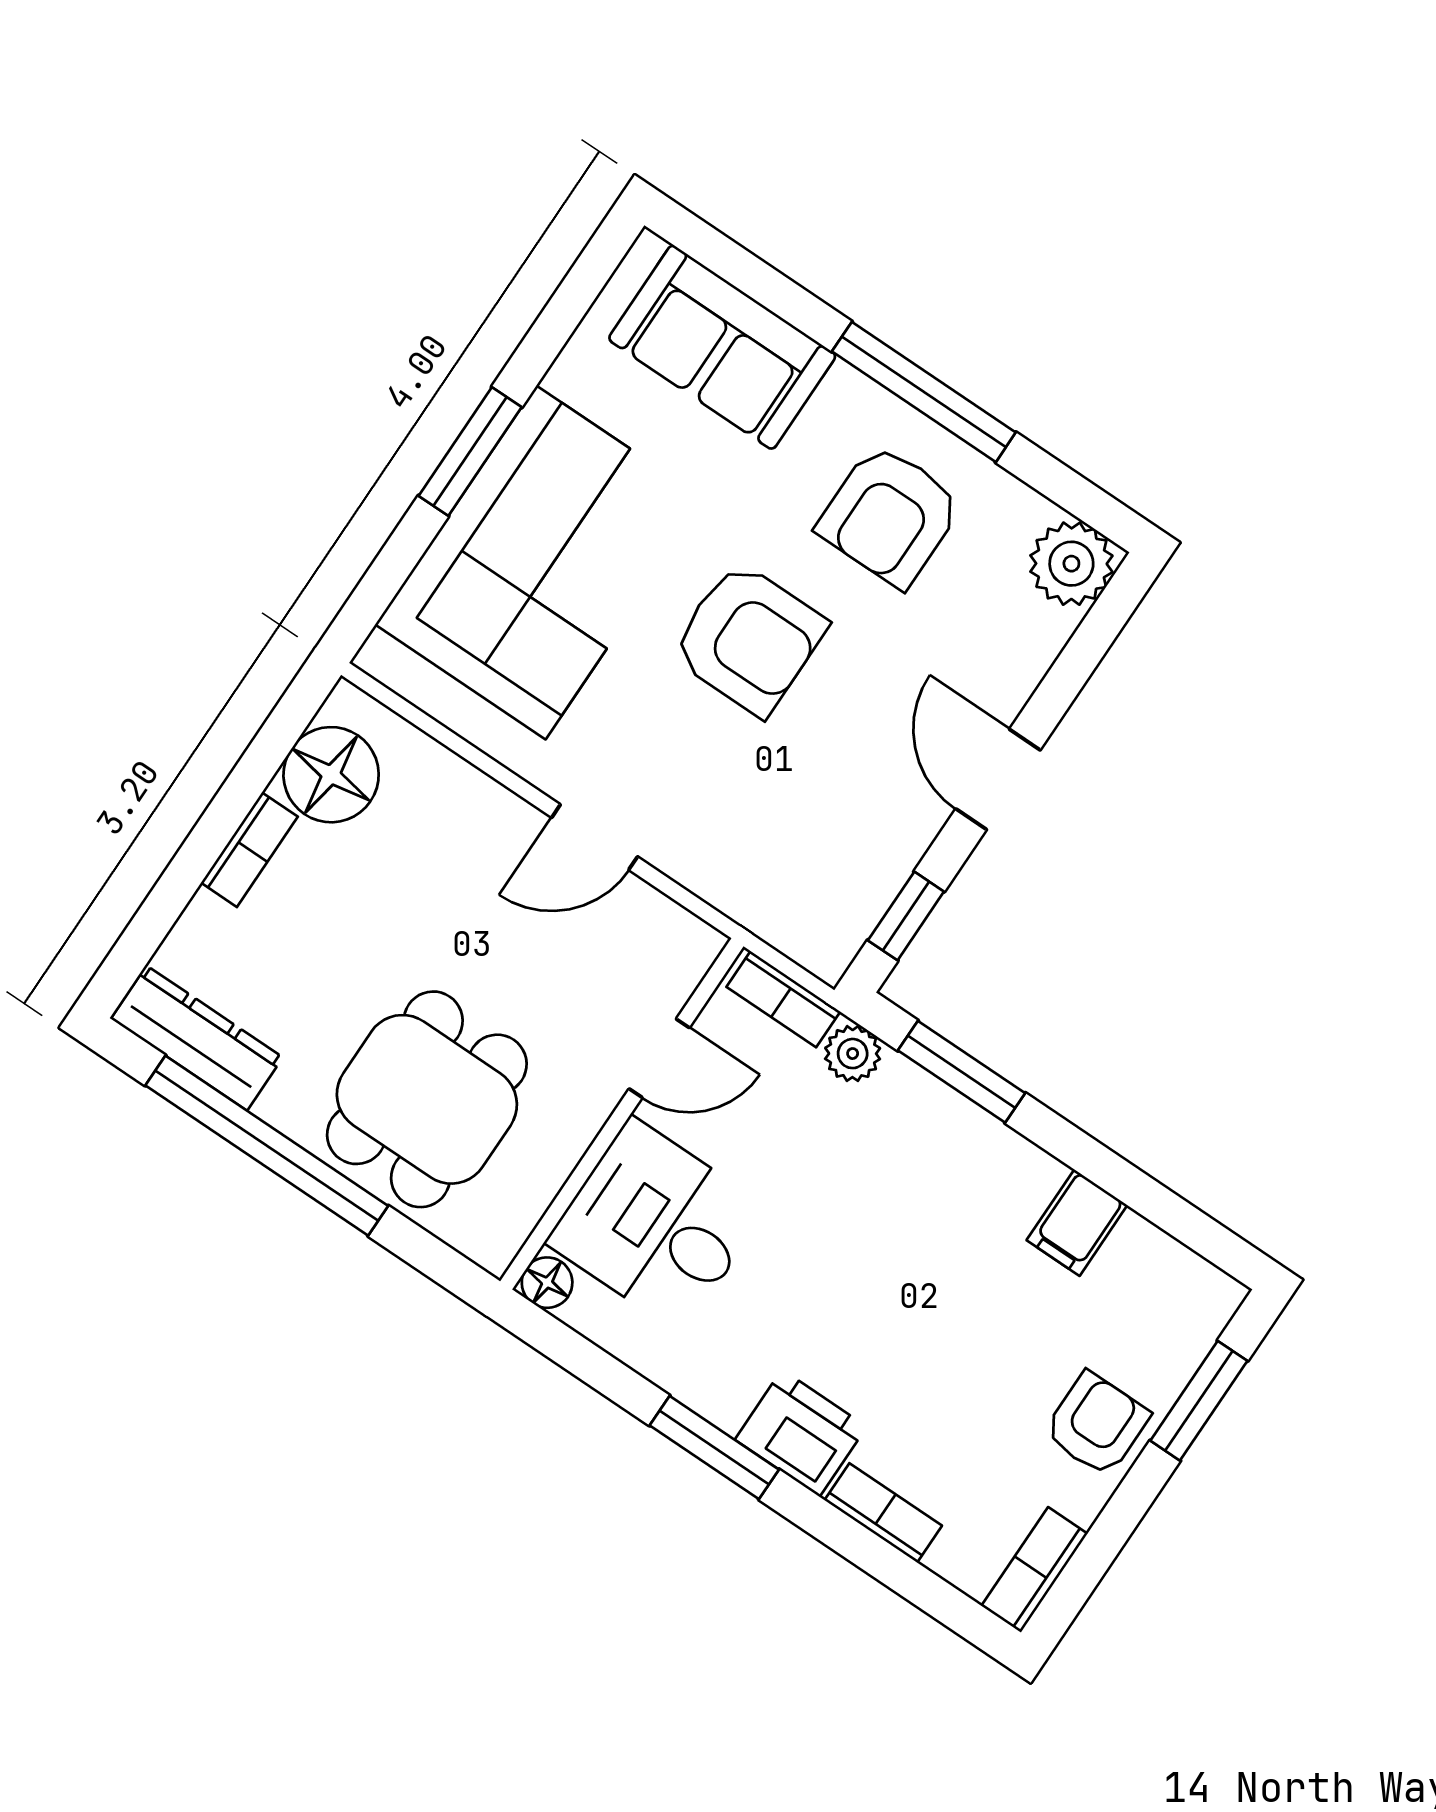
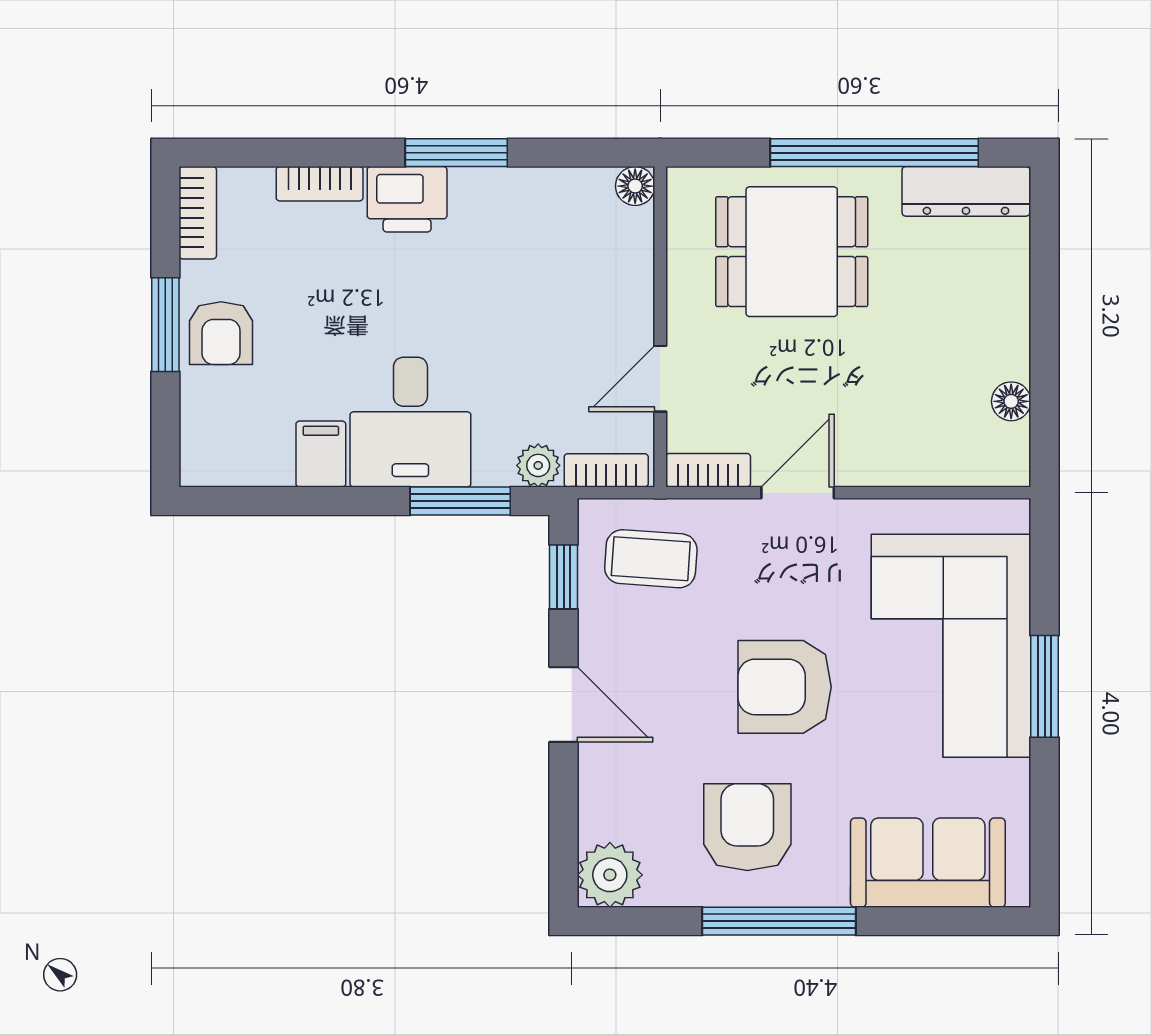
floor lamp: (331, 775) -> (1011, 401), width x0.53, depth x0.53
bookcase: (249, 850) -> (708, 470), moved, turned 90
coffee table: (799, 872) -> (651, 559), added
dining table: (427, 1099) -> (792, 252), turned 90
desk: (657, 1225) -> (410, 422), moved, turned 90
window: (1199, 1401) -> (165, 325), moved

